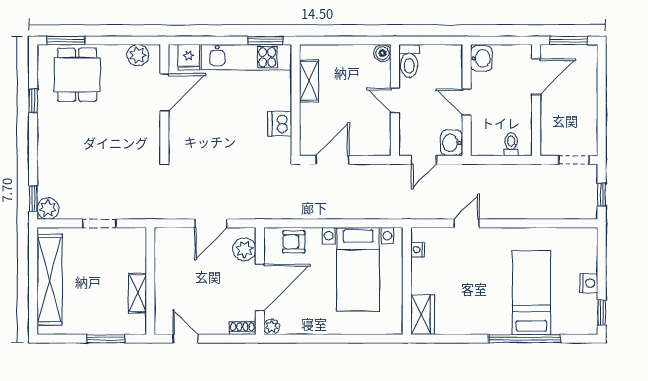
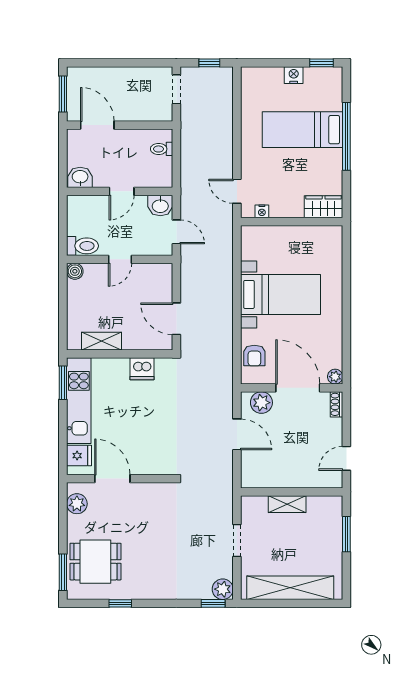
nightstand: (418, 250) -> (262, 211), moved
wall: (407, 281) -> (292, 222), moved
shelving: (138, 293) -> (287, 504), moved
wardrobe: (423, 315) -> (324, 207), moved

